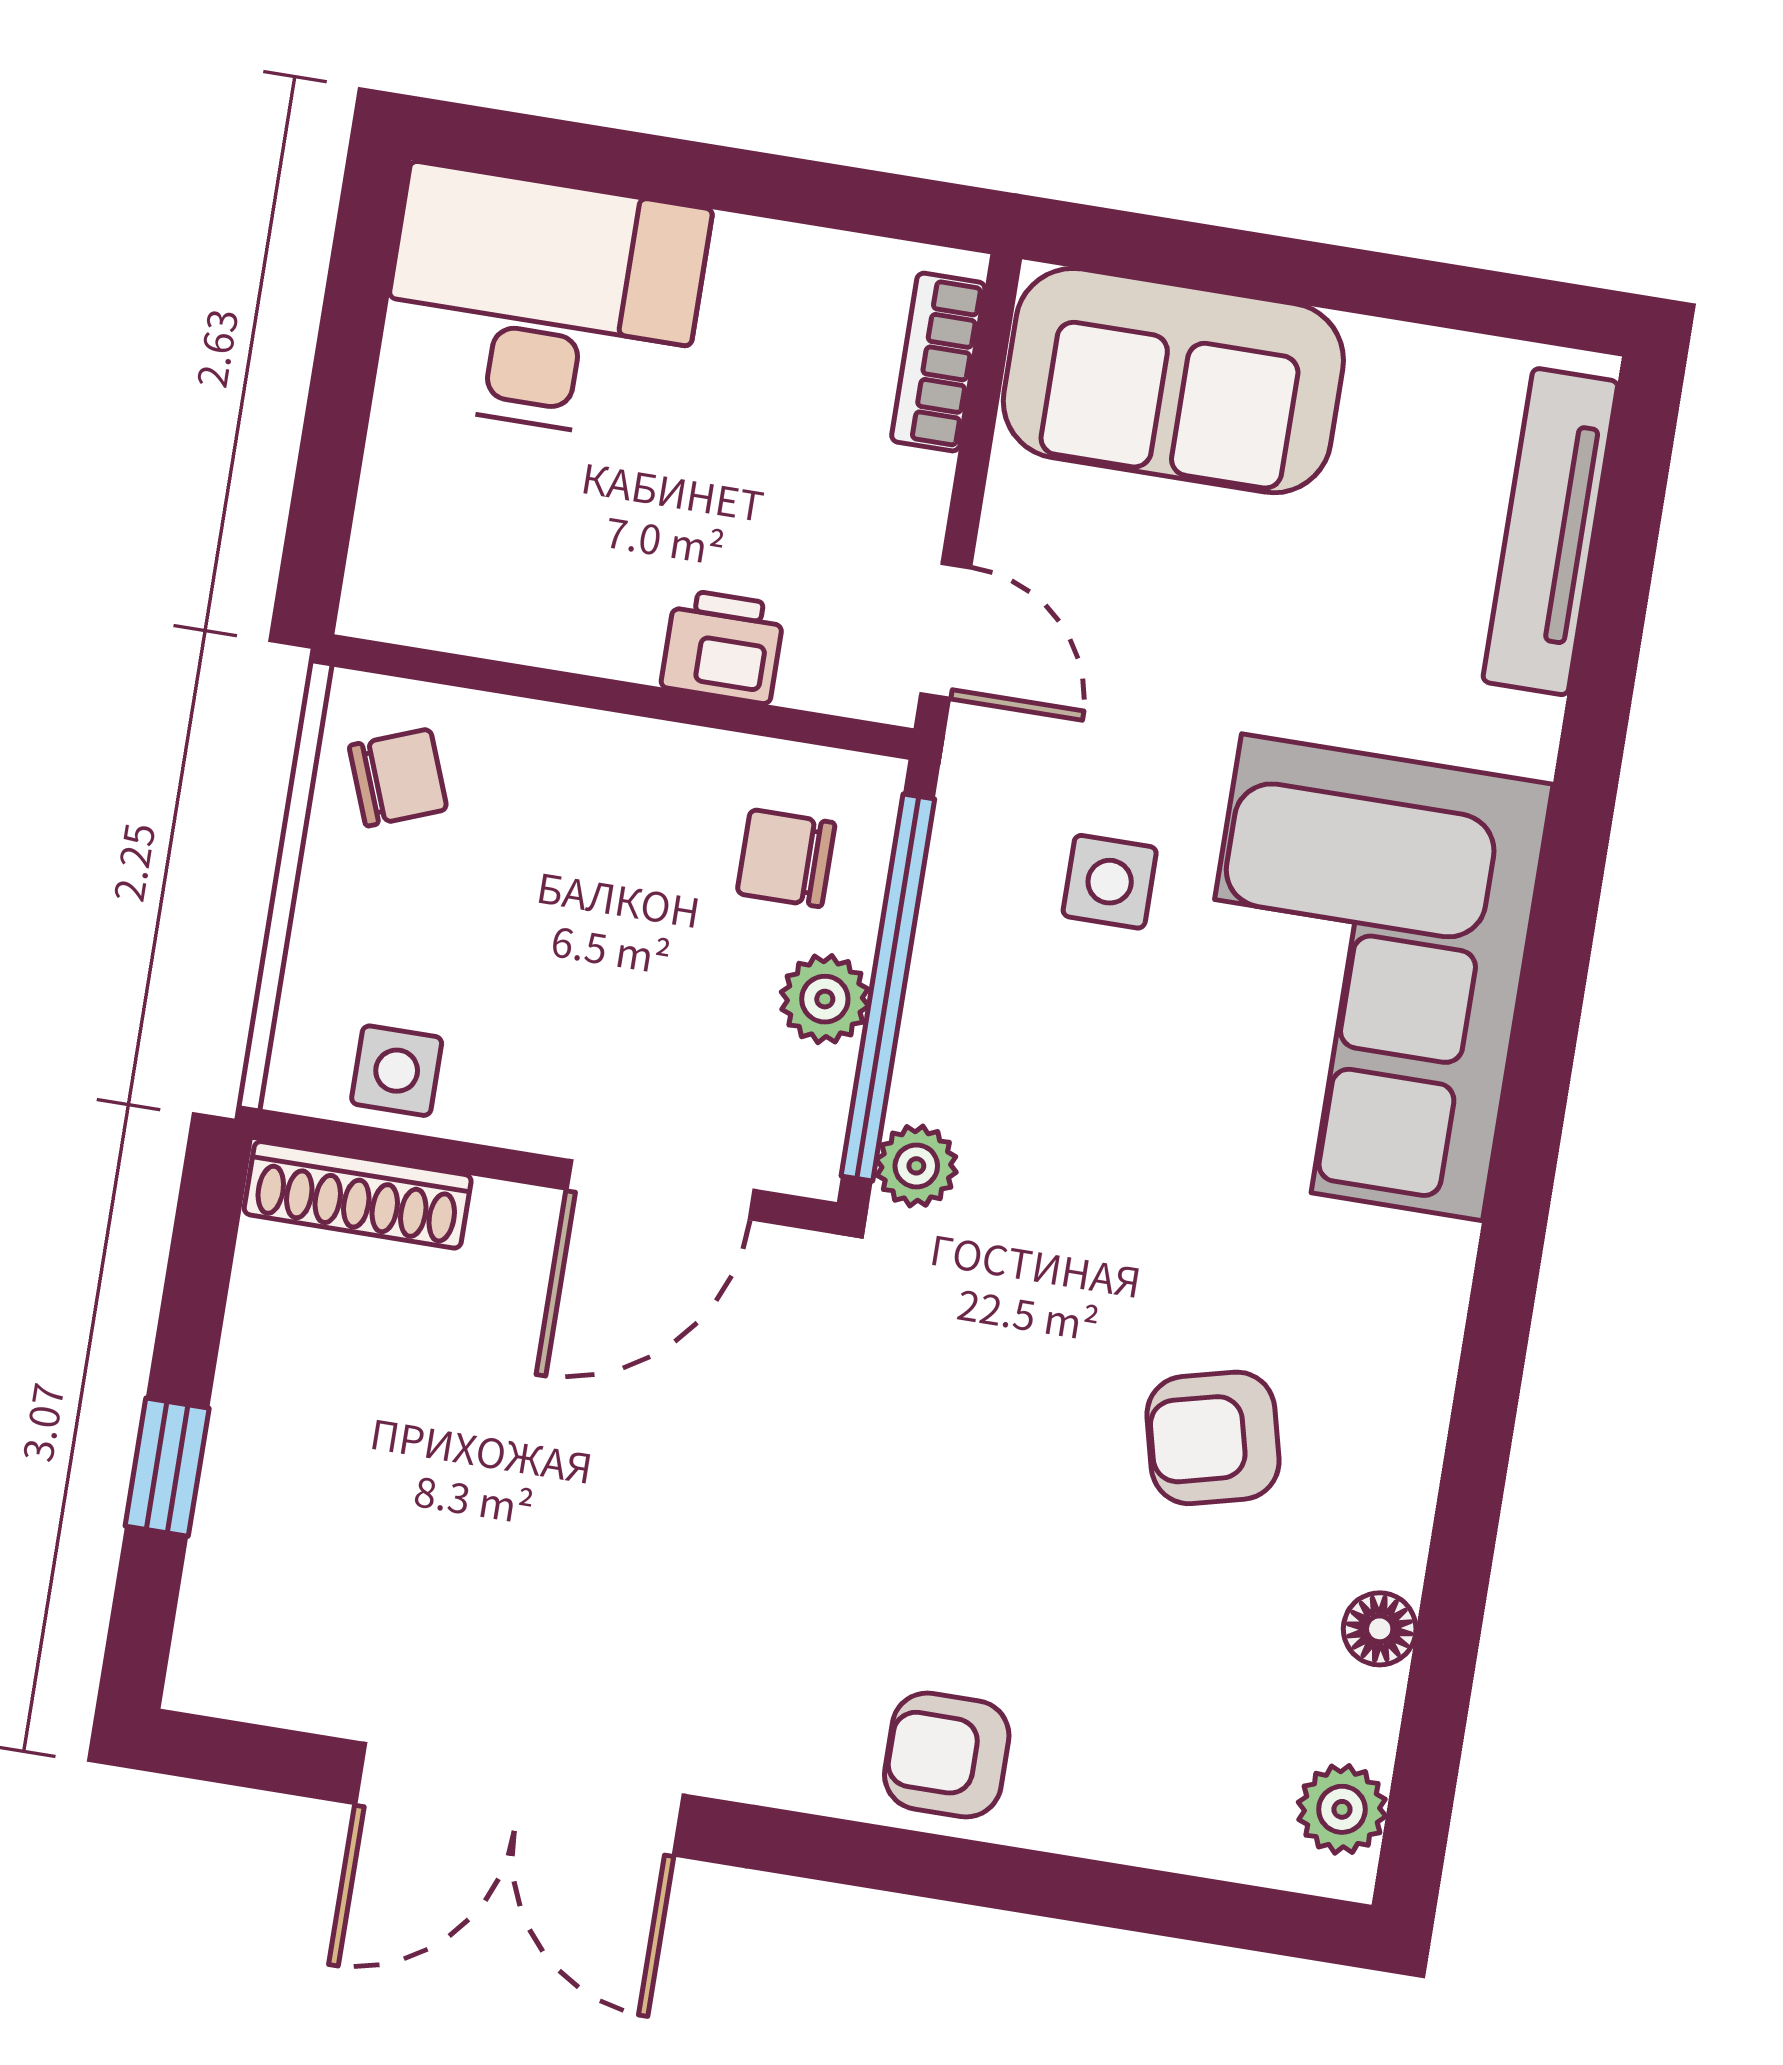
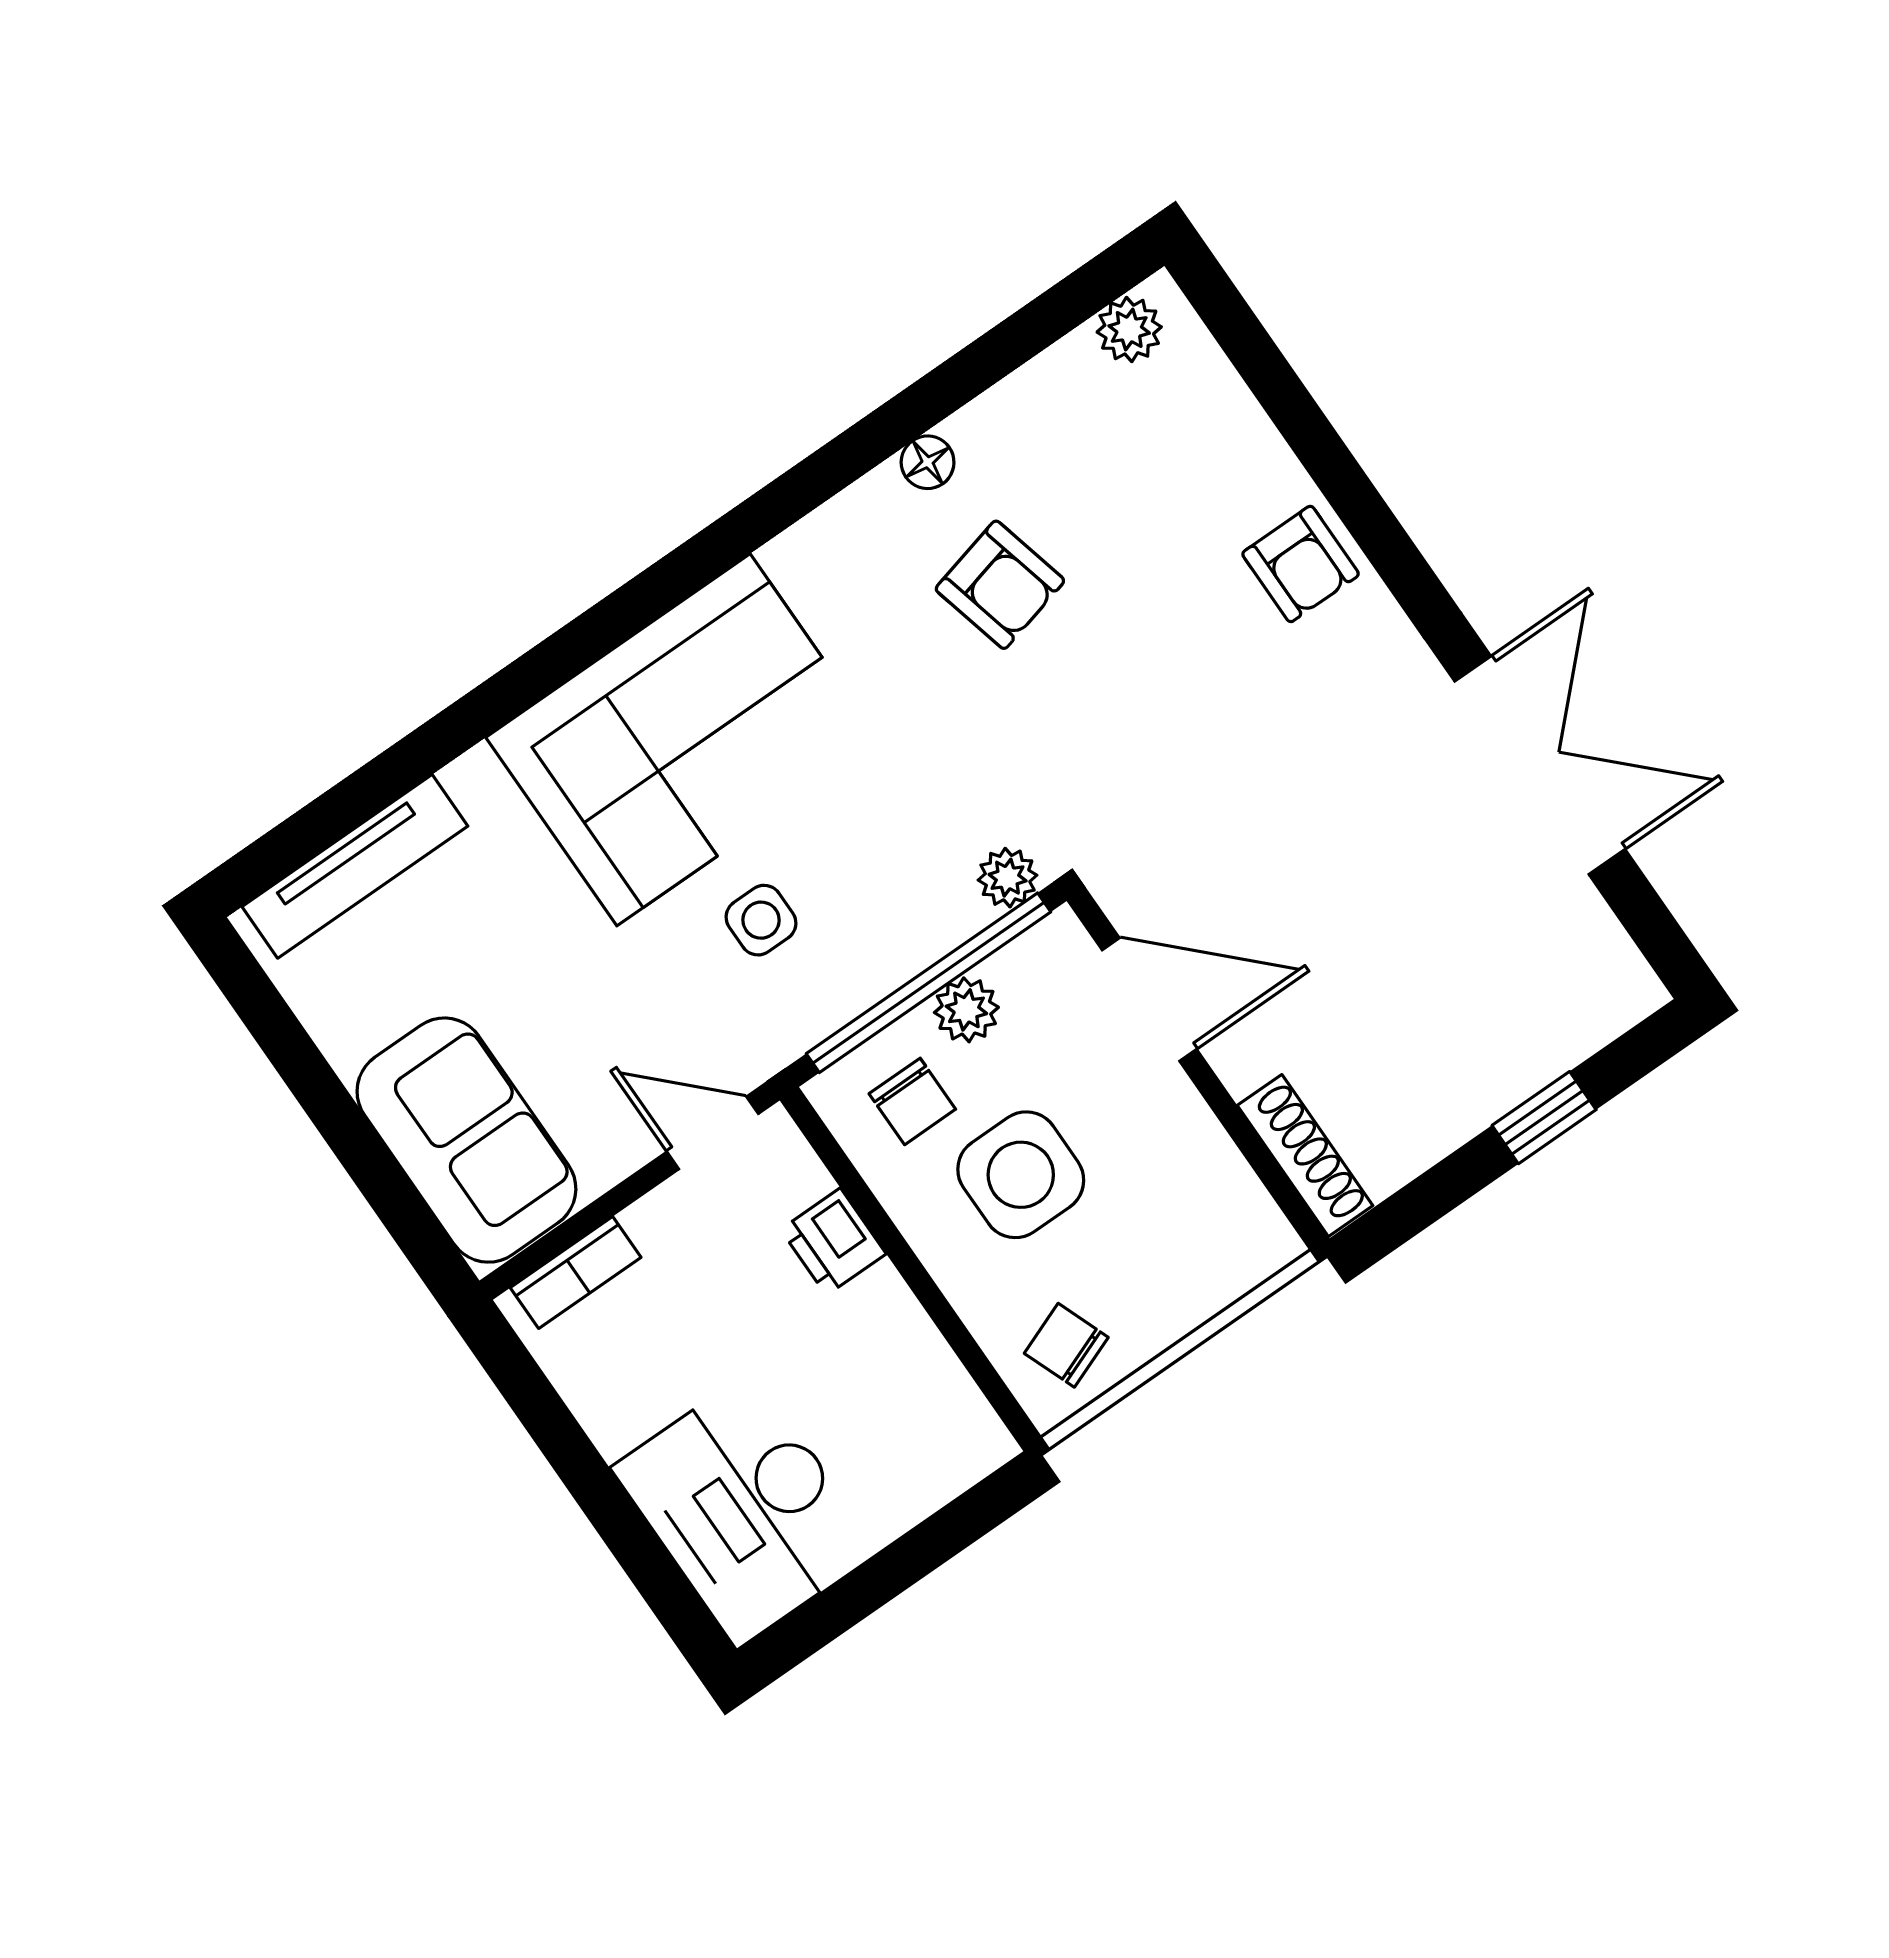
door: (946, 631) -> (713, 1133), hinge flipped
side table: (397, 1071) -> (1021, 1175), moved, width x1.87, depth x1.87
floor lamp: (1380, 1629) -> (928, 462), moved

